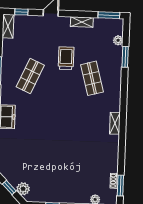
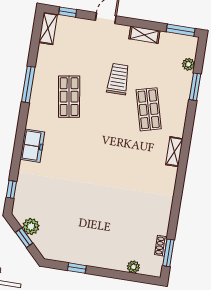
shop shelf: (30, 76) -> (69, 97), turned -33
shelving: (115, 123) -> (174, 152), moved
plant: (23, 189) -> (31, 226), moved

